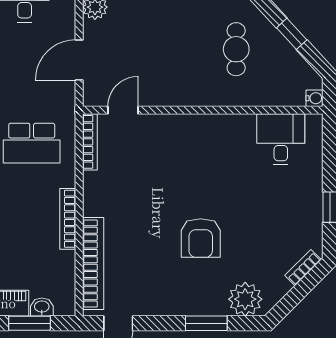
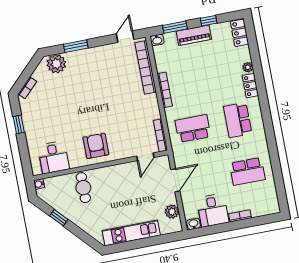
cafe table: (236, 49) -> (83, 188), moved
armchair: (201, 238) -> (96, 146), moved
washbasin: (42, 307) -> (157, 40), moved

